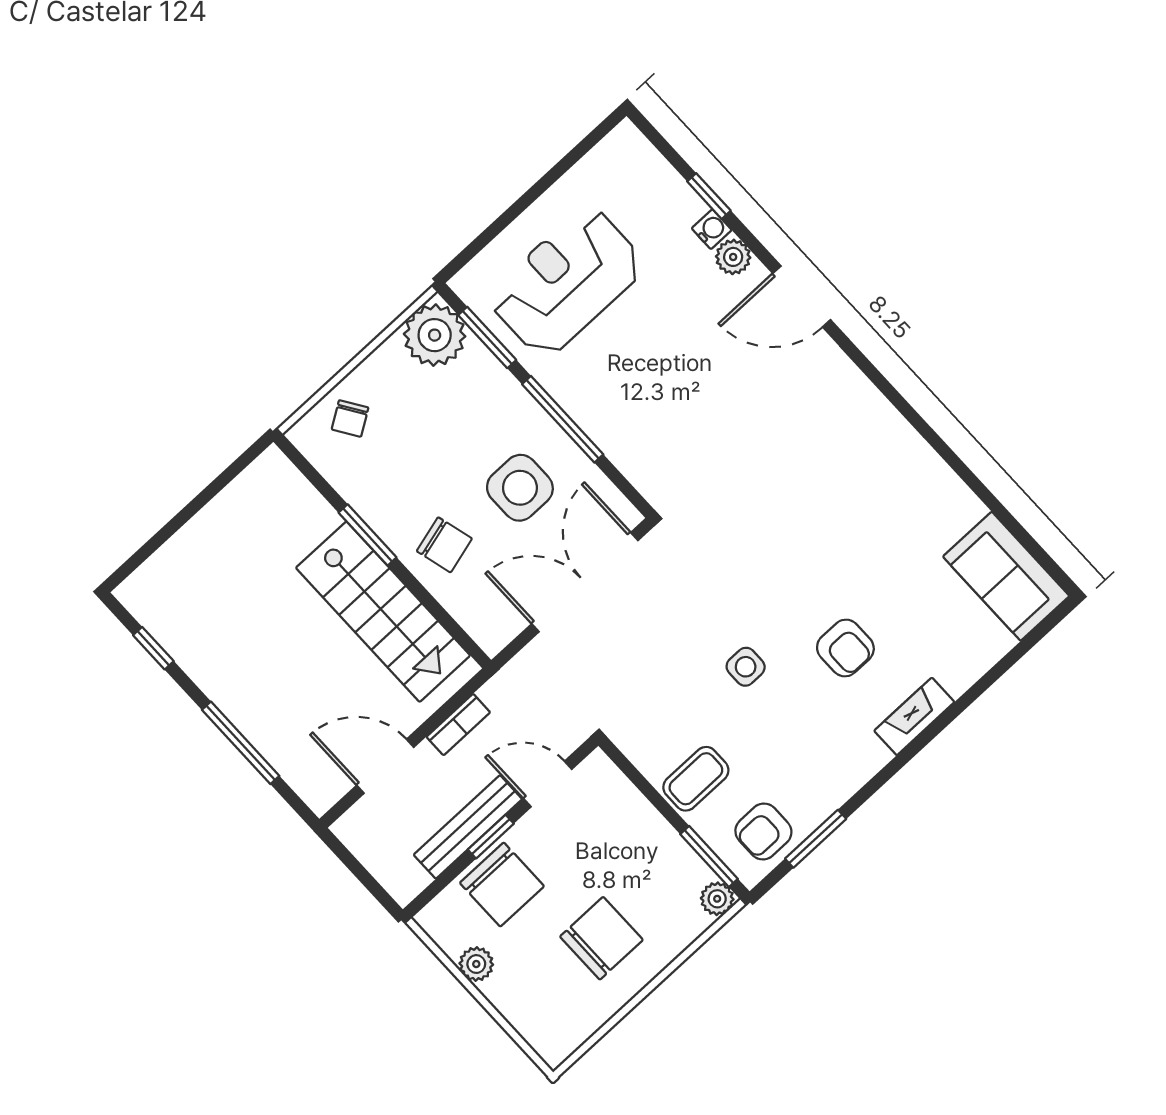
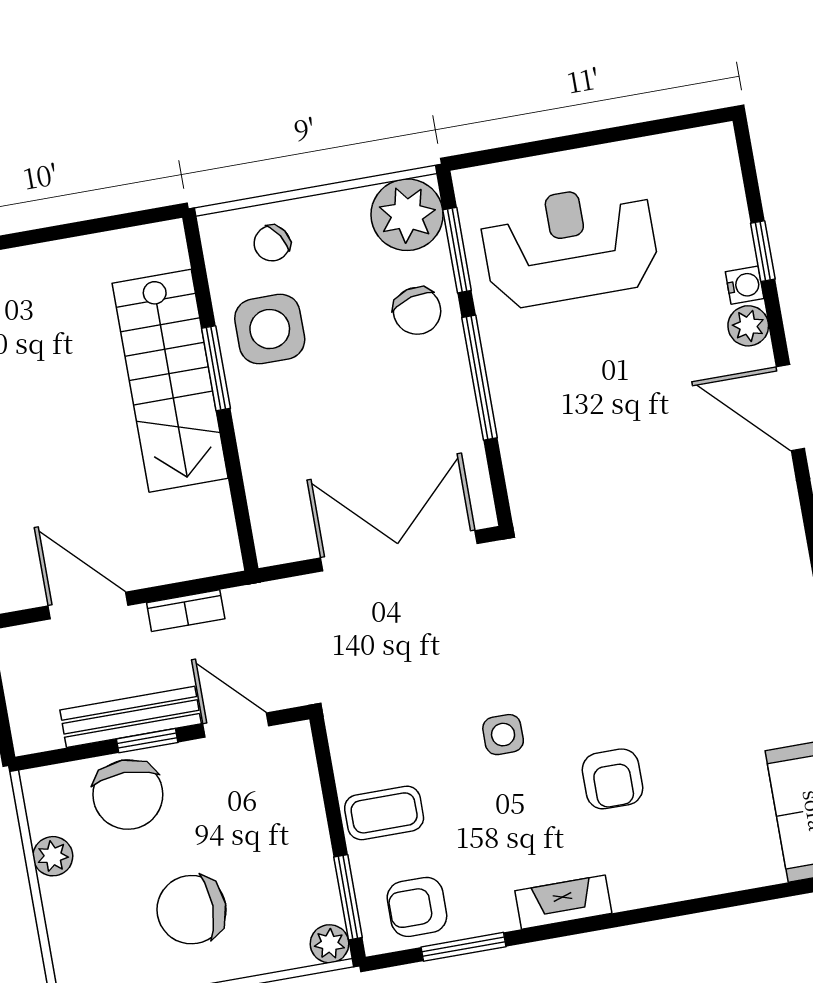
side table: (520, 488) -> (270, 329), moved
chair: (444, 545) -> (417, 311), moved
stairs: (383, 612) -> (170, 381), moved
fireplace: (914, 716) -> (563, 902), moved
chair: (601, 938) -> (191, 910), turned 180

